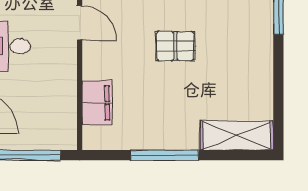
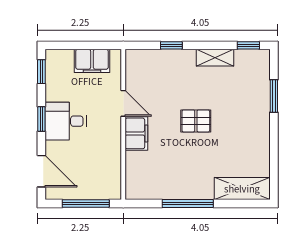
filing cabinet: (97, 103) -> (136, 133), moved

